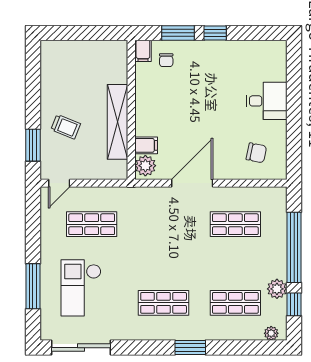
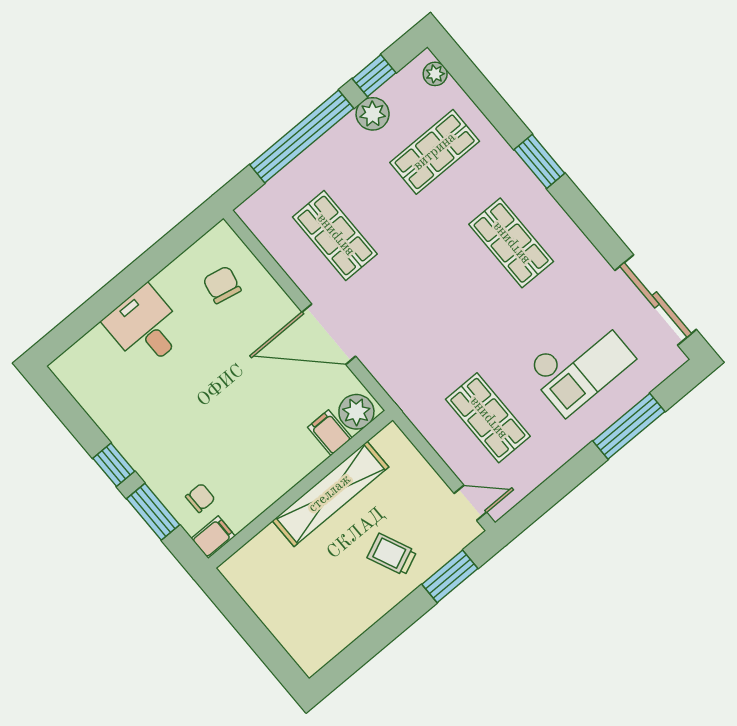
trolley: (66, 127) -> (392, 554), turned -46
shop shelf: (235, 303) -> (435, 152), turned 90

